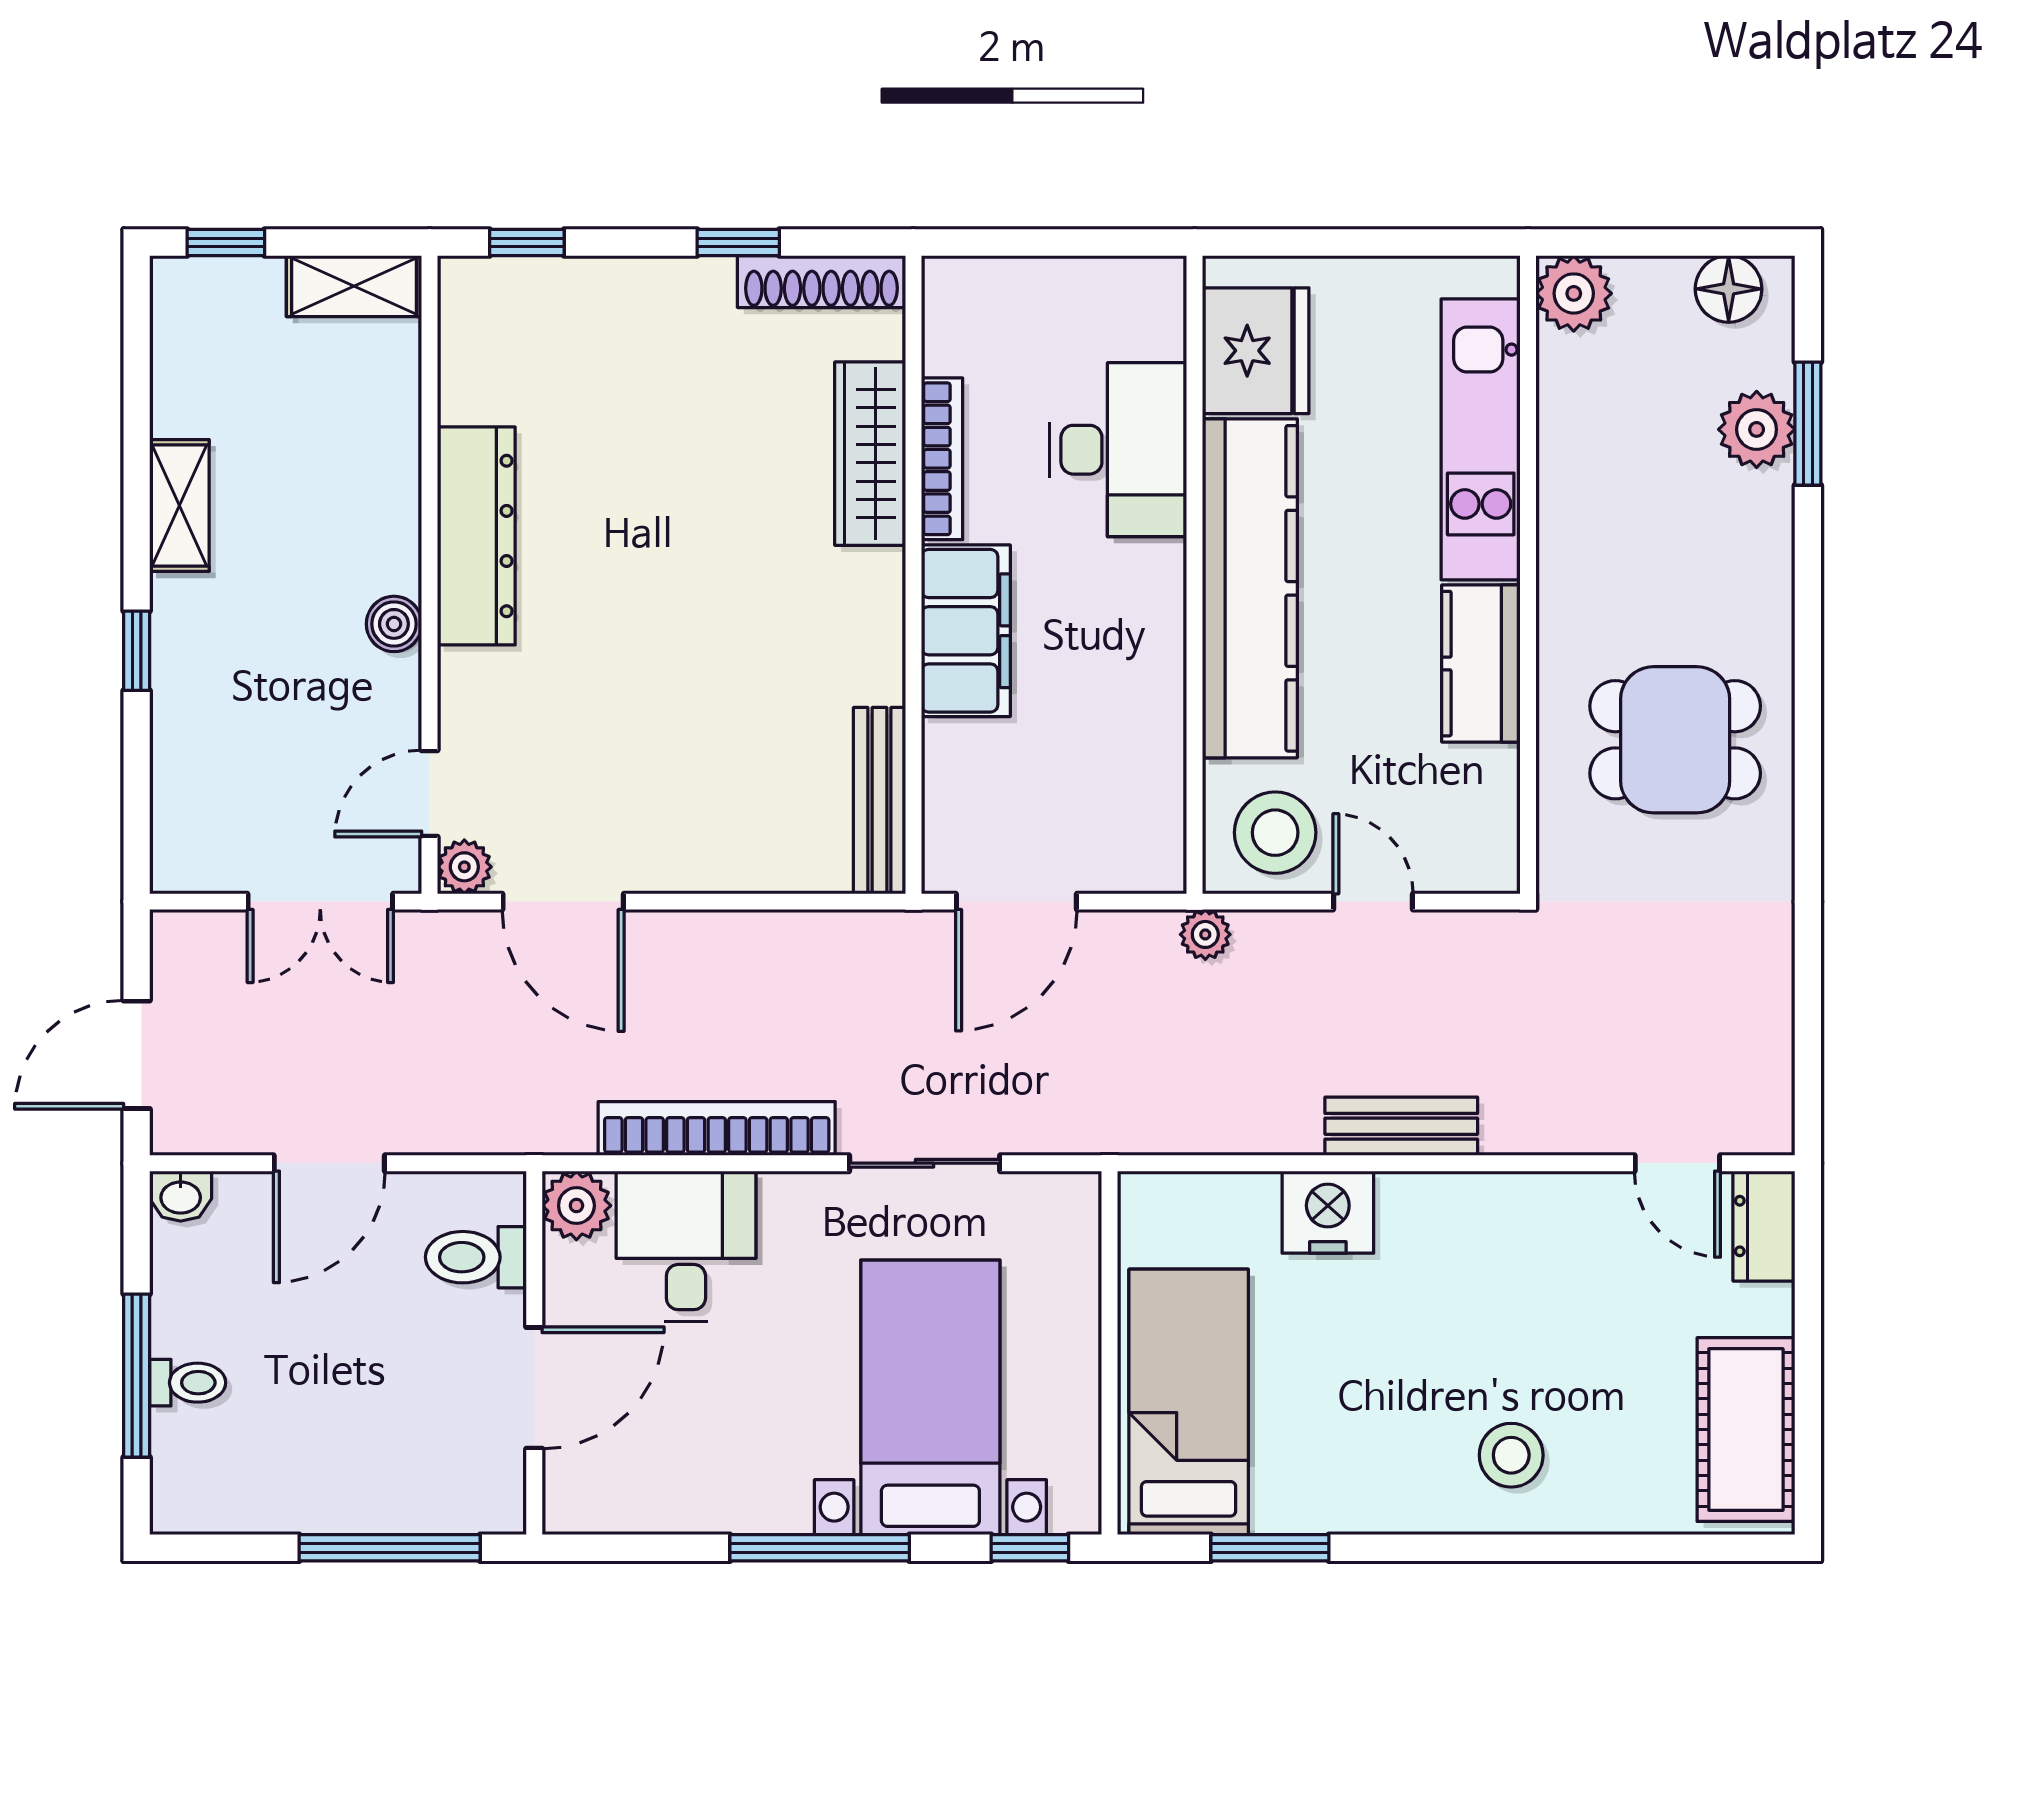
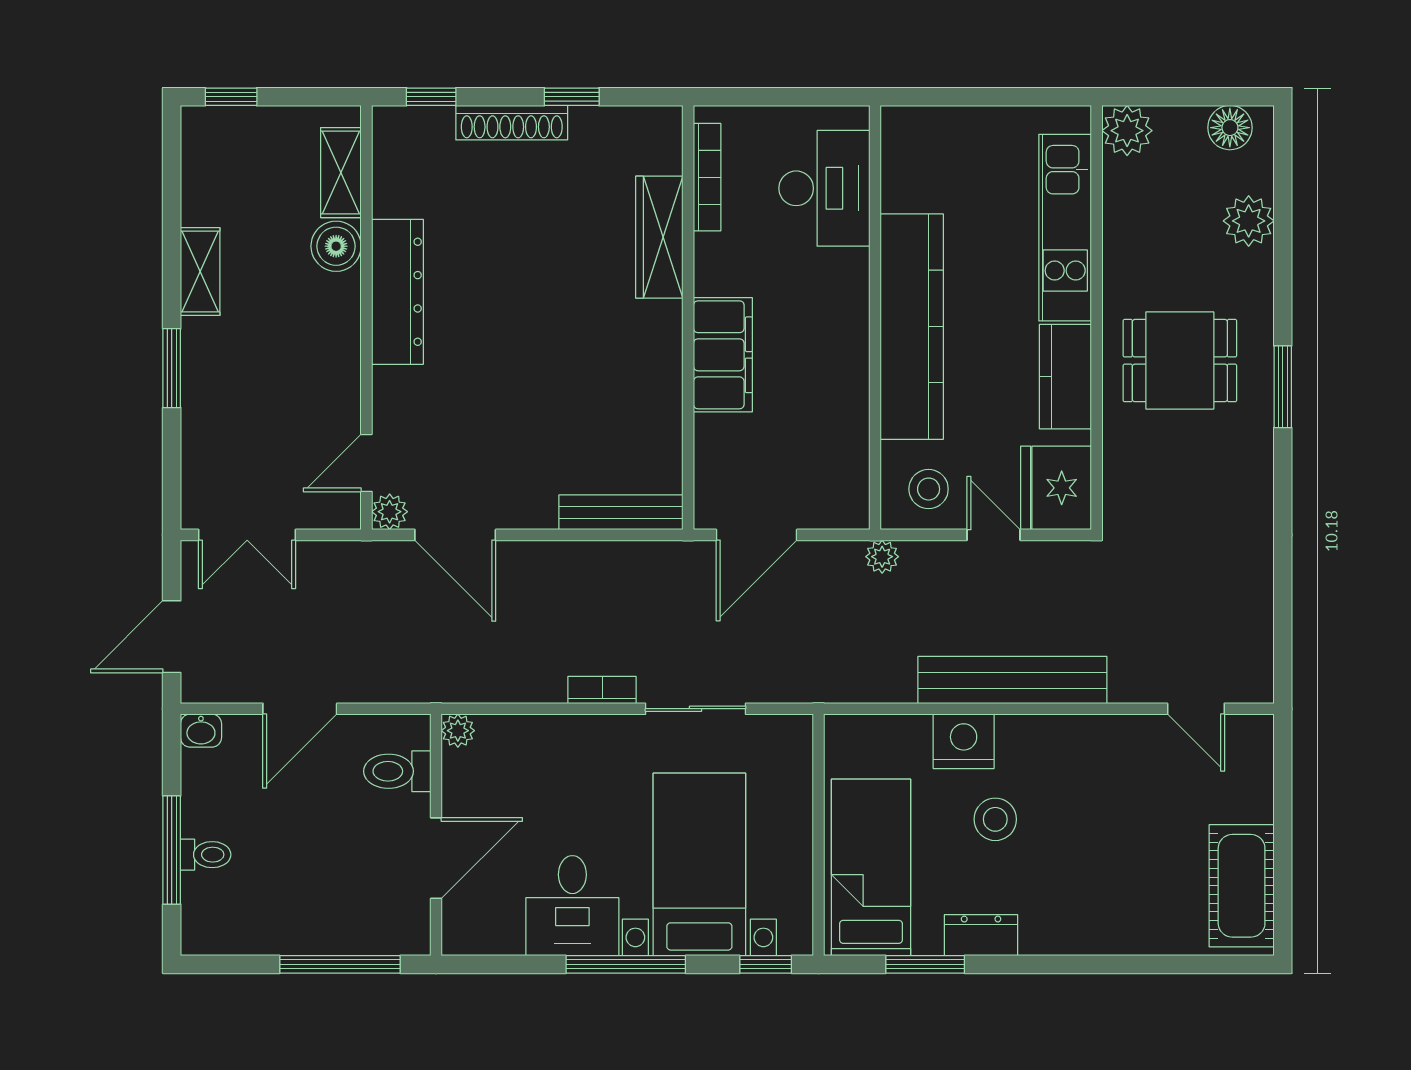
shoe rack: (822, 282) -> (512, 123), moved
shelving: (354, 286) -> (341, 173), moved, turned 90
fridge: (1256, 351) -> (1056, 488), moved, turned 180
window: (1808, 424) -> (1283, 387), moved
desk: (1118, 450) -> (824, 188), moved
bookcase: (942, 459) -> (707, 177), moved
boiler: (394, 624) -> (336, 246), moved, width x1.36, depth x1.36
window: (137, 651) -> (172, 368), width x1.50
dining table: (1675, 740) -> (1180, 361), moved
bench: (879, 801) -> (621, 512), moved, turned 90
stool: (1275, 833) -> (929, 489), width x0.73, depth x0.73
double door: (320, 902) -> (247, 535), moved
bench: (1401, 1126) -> (1012, 680), width x1.86, depth x1.21
bookcase: (717, 1128) -> (602, 690), width x0.43, depth x0.76
plant: (576, 1206) -> (458, 731), width x0.73, depth x0.73
dresser: (1764, 1226) -> (981, 935), moved, turned 90
desk: (686, 1246) -> (572, 906), moved, turned 180
stool: (1511, 1455) -> (995, 819), moved

